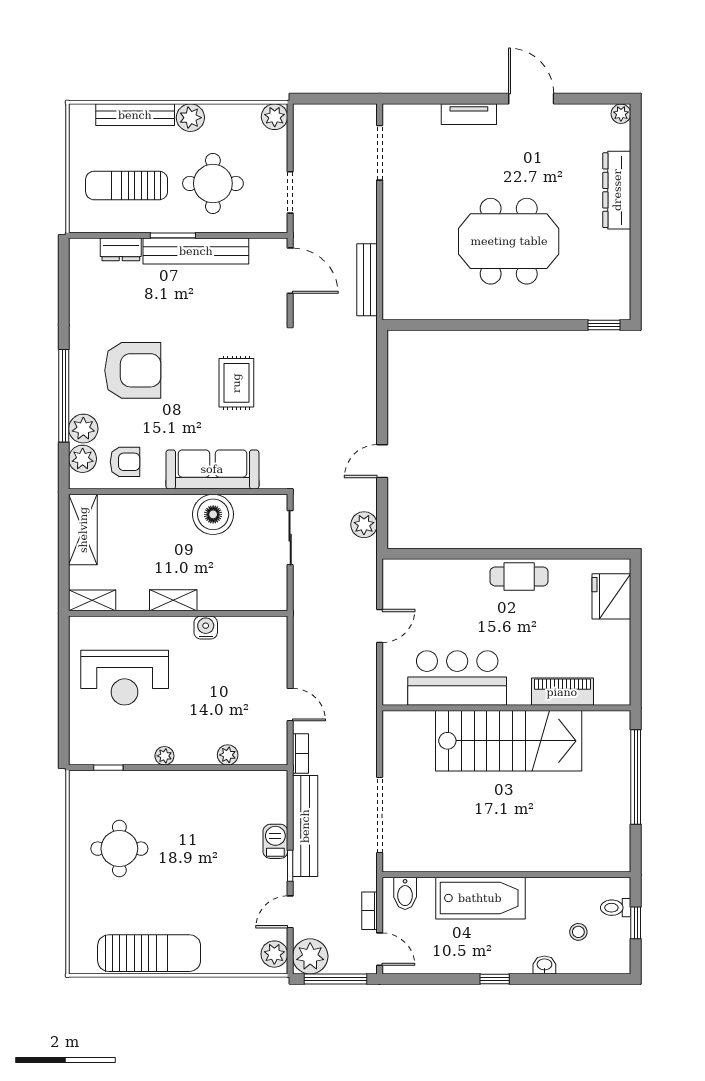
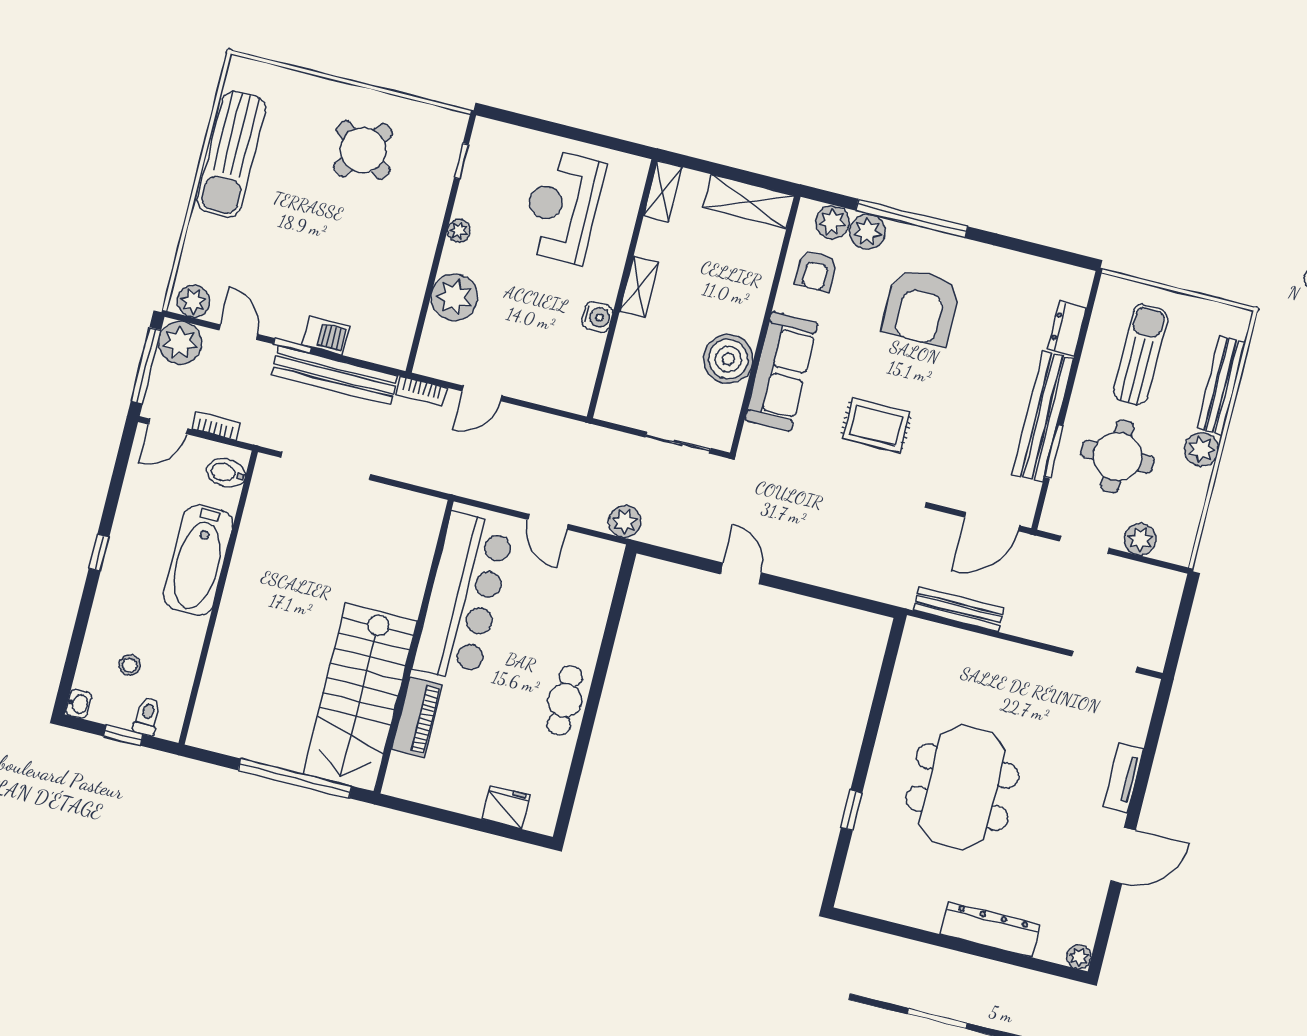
plant: (275, 117) -> (1140, 539), moved
window: (173, 235) -> (1054, 451), moved
window: (604, 325) -> (852, 810), moved
plant: (364, 525) -> (625, 522), moved
fridge: (611, 596) -> (506, 807), width x0.73, depth x0.75
bar counter: (457, 678) -> (464, 598), width x1.36
stairs: (509, 741) -> (360, 697), moved
plant: (228, 755) -> (454, 297), width x1.88, depth x1.88
round table: (119, 849) -> (363, 150), turned 35
washbasin: (544, 965) -> (79, 704), moved

